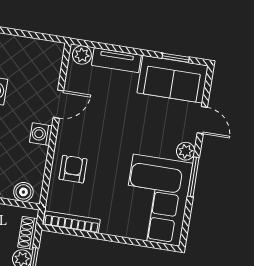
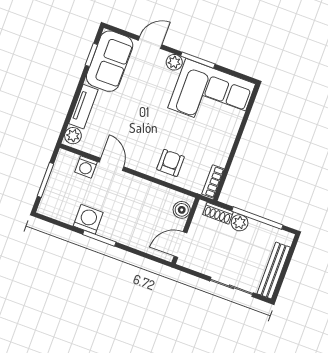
window: (27, 34) -> (45, 180), added
washing machine: (41, 134) -> (86, 167), moved
armchair: (73, 169) -> (170, 163), turned 90
bookcase: (72, 222) -> (213, 181), width x0.64

